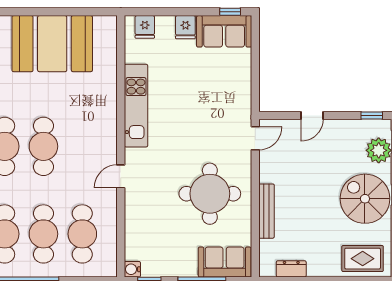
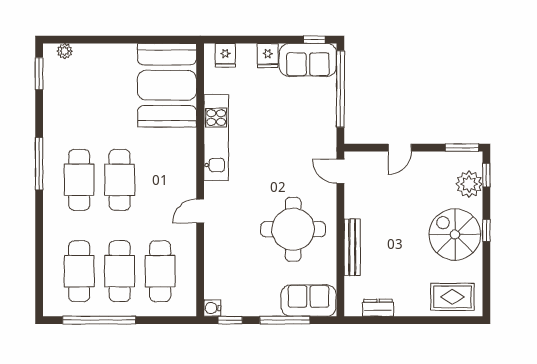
booth: (52, 44) -> (167, 85), moved, turned 90
window: (255, 59) -> (340, 89), added
window: (372, 115) -> (462, 148), width x1.50
door: (255, 138) -> (340, 171), swing flipped

